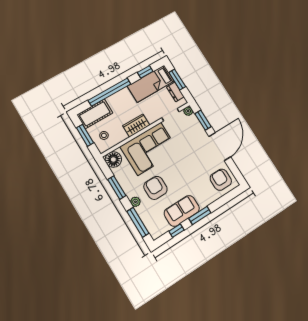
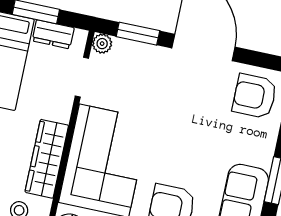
wardrobe: (136, 125) -> (47, 159), width x1.50

